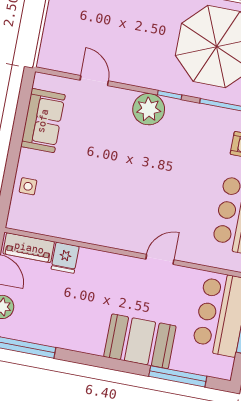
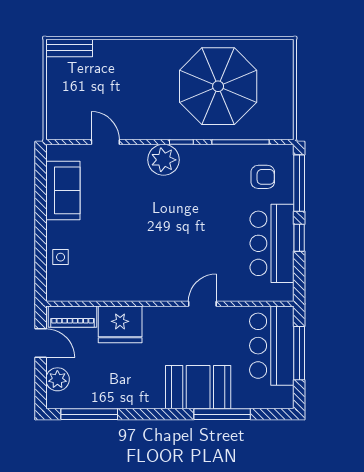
fridge: (65, 258) -> (120, 324), width x1.88, depth x1.34
window: (178, 376) -> (222, 414), moved

